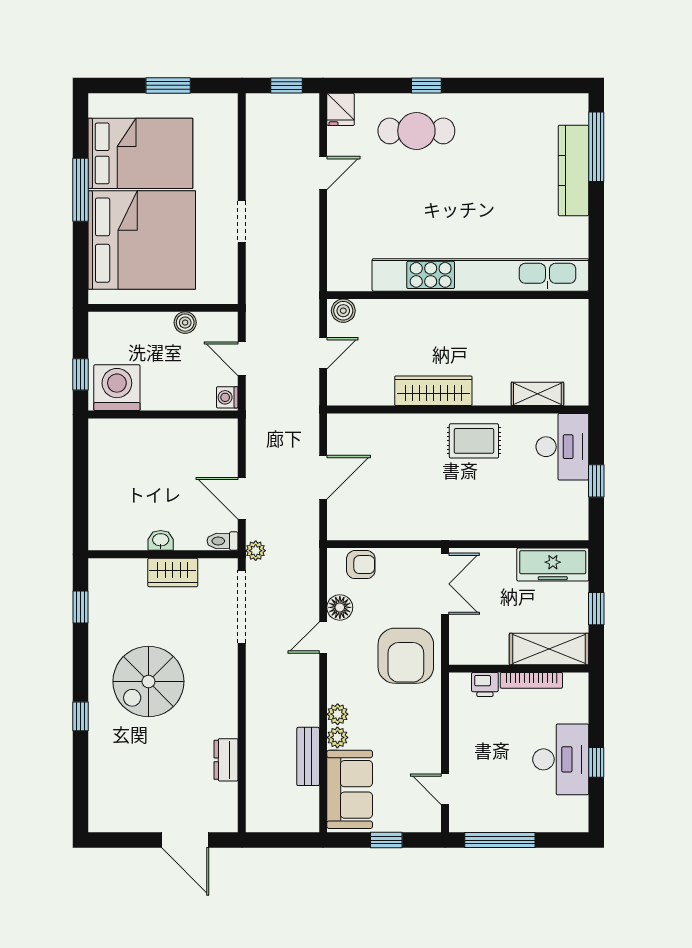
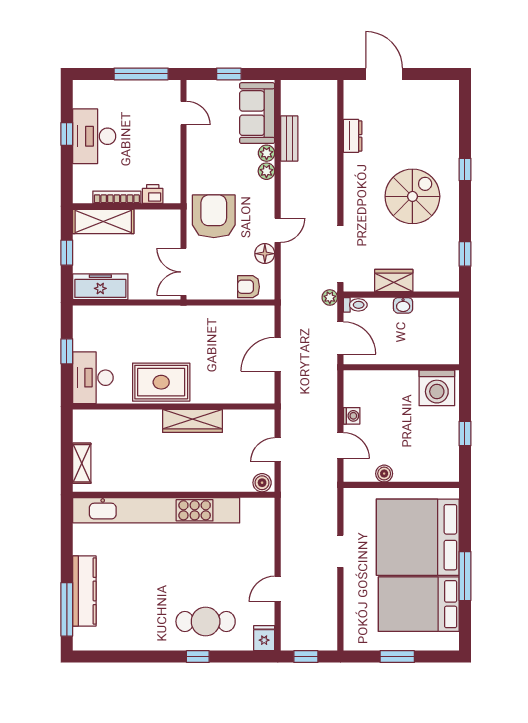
washing machine: (117, 388) -> (437, 388), moved
shelving: (537, 394) -> (82, 463), moved, turned 90
wall: (163, 415) -> (401, 367), moved
rug: (474, 441) -> (161, 382), width x1.36, depth x1.43

